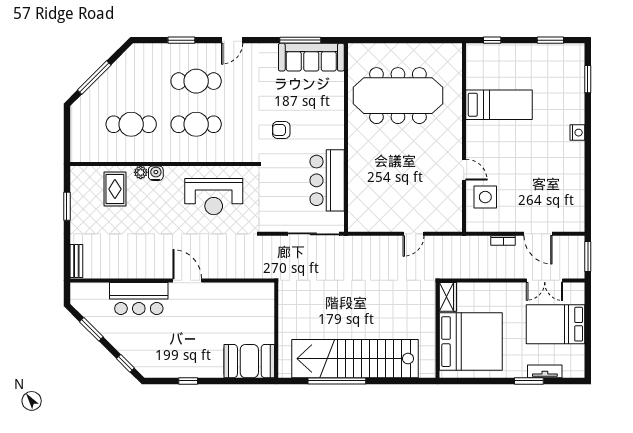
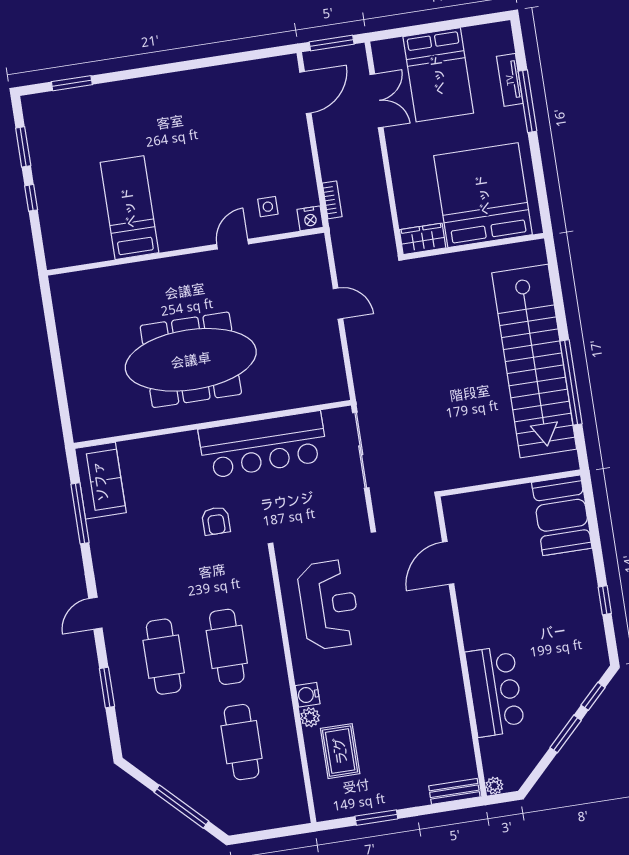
door: (232, 40) -> (95, 613), swing flipped
window: (492, 40) -> (31, 198), moved
sofa: (311, 57) -> (100, 481), width x0.73
meeting table: (398, 96) -> (191, 360), moved, turned 90
nightstand: (577, 133) -> (310, 218), moved, turned 180
bar counter: (327, 180) -> (263, 445), width x1.36
rug: (115, 189) -> (340, 751), turned 90
side table: (485, 197) -> (268, 207), width x0.54, depth x0.54
door: (538, 234) -> (305, 93), moved
bookcase: (503, 241) -> (332, 200), moved
door: (187, 280) -> (448, 563), moved
plant: (76, 288) -> (494, 786), added
window: (91, 329) -> (566, 734), moved
window: (529, 381) -> (527, 101), width x1.44

